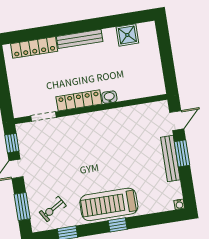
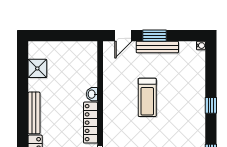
door: (177, 121) -> (123, 36), swing flipped
treadmill: (109, 204) -> (147, 97), moved, width x0.73, depth x0.73

